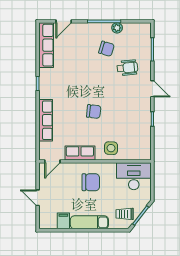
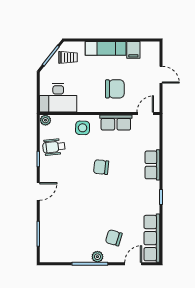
plant: (117, 28) -> (97, 257), moved
chair: (106, 49) -> (114, 238), moved
wheelchair: (127, 68) -> (54, 147), moved
door: (152, 89) -> (38, 191), swing flipped
row of seats: (46, 120) -> (152, 165), width x0.68
plant: (146, 155) -> (45, 120), added
chair: (91, 182) -> (115, 89), moved, turned 180

